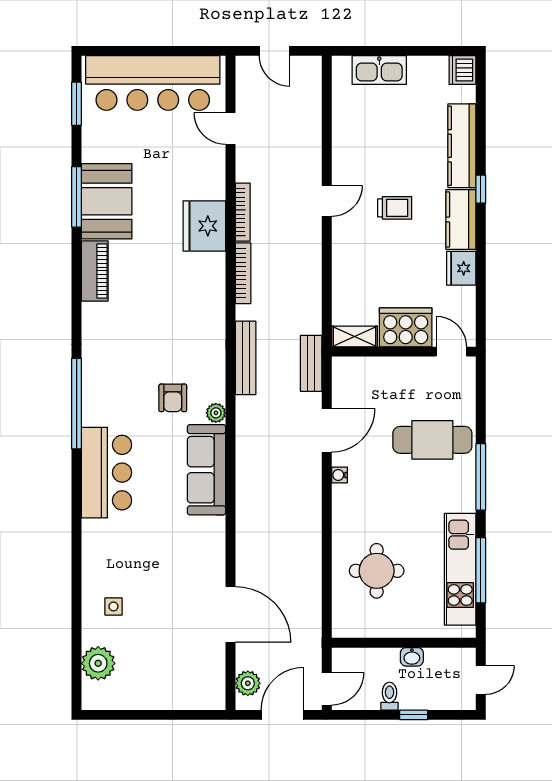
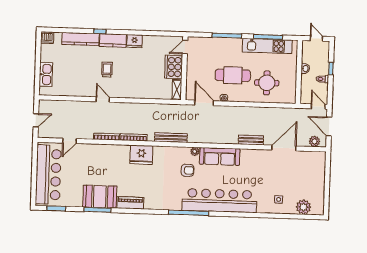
fridge: (204, 226) -> (141, 155), moved
cooker: (406, 327) -> (174, 67), moved
shelving: (354, 336) -> (177, 90), moved
wall: (404, 352) -> (184, 68), moved
door: (451, 352) -> (185, 47), moved
bench: (311, 363) -> (251, 140), moved
cafe table: (432, 440) -> (233, 75), moved, turned 90
bar counter: (106, 473) -> (219, 201), width x1.86

